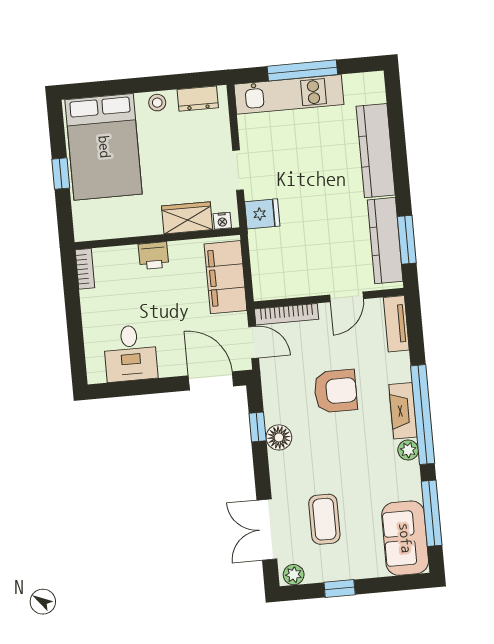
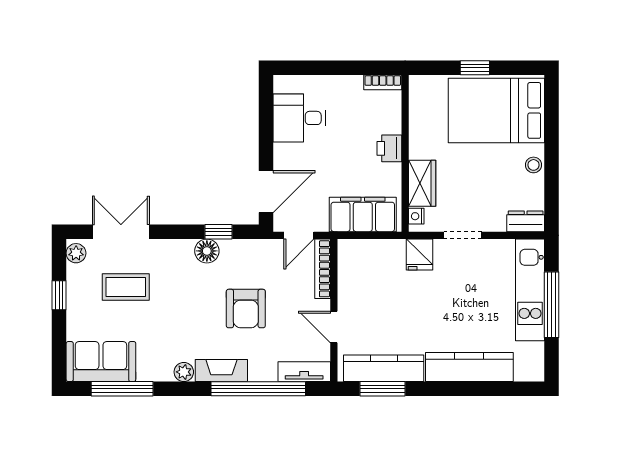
dresser: (198, 99) -> (526, 221), moved, turned 90
window: (423, 415) -> (258, 389), moved

